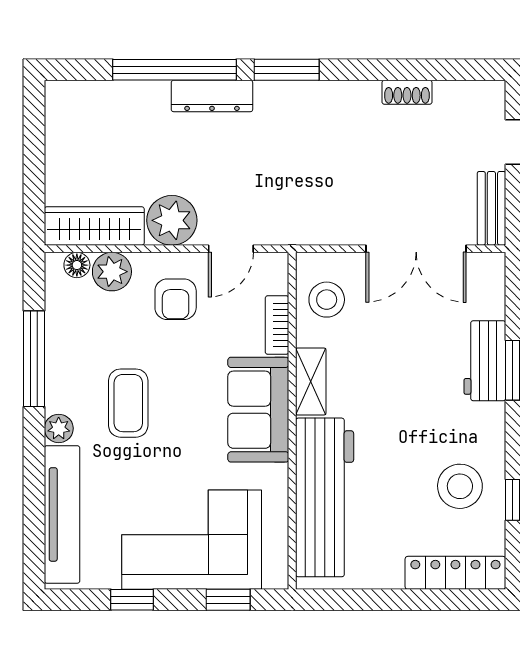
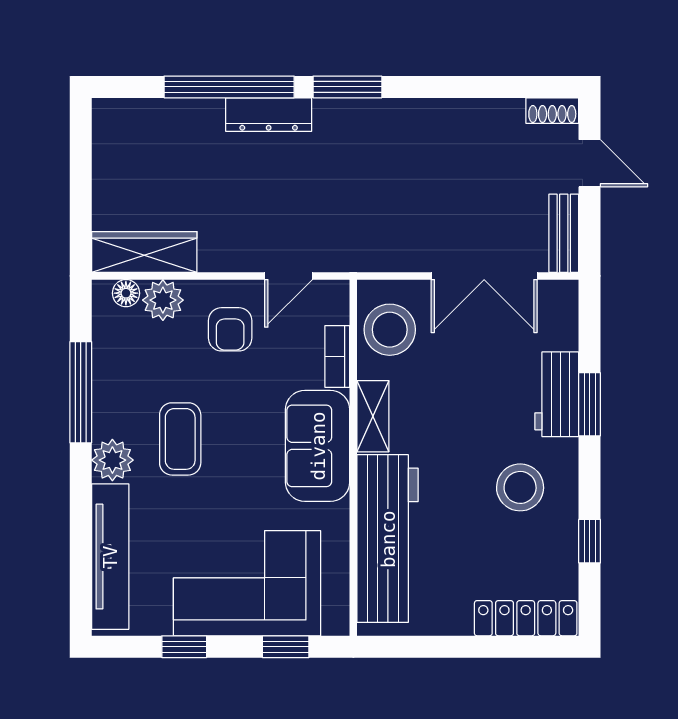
shoe rack: (407, 92) -> (552, 111), moved
plant: (172, 220) -> (226, 246), removed
stool: (327, 300) -> (390, 330), width x1.38, depth x1.38
plant: (59, 428) -> (112, 460), width x1.38, depth x1.38
stool: (460, 486) -> (520, 487), moved

